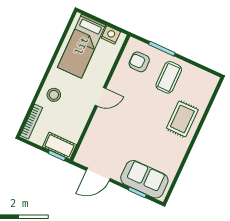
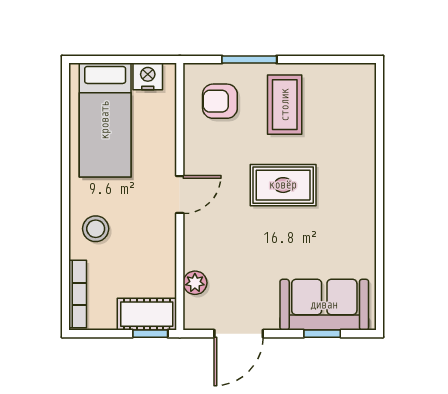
rug: (182, 119) -> (283, 185), moved, turned 90
plant: (89, 141) -> (195, 283), added

